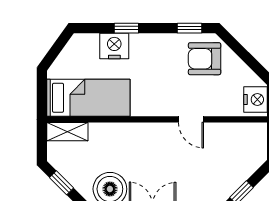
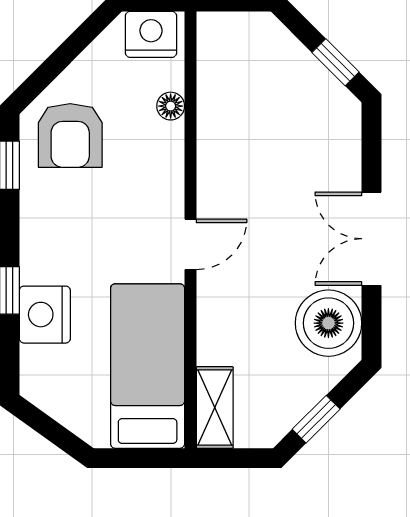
floor lamp: (219, 109) -> (171, 106), added
door: (191, 119) -> (190, 244), moved

